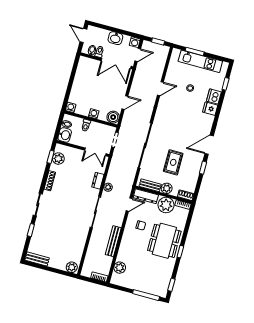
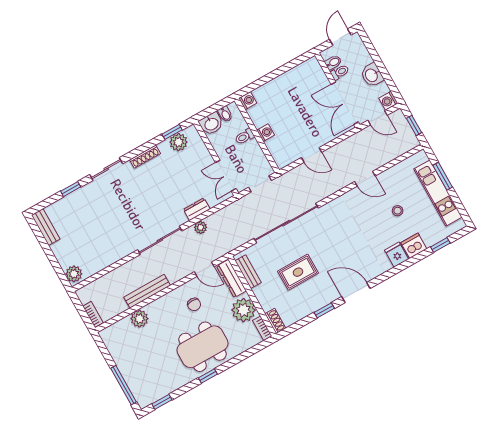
boiler: (113, 117) -> (283, 158), removed
plant: (167, 188) -> (262, 293), removed
plant: (120, 268) -> (139, 319), moved

